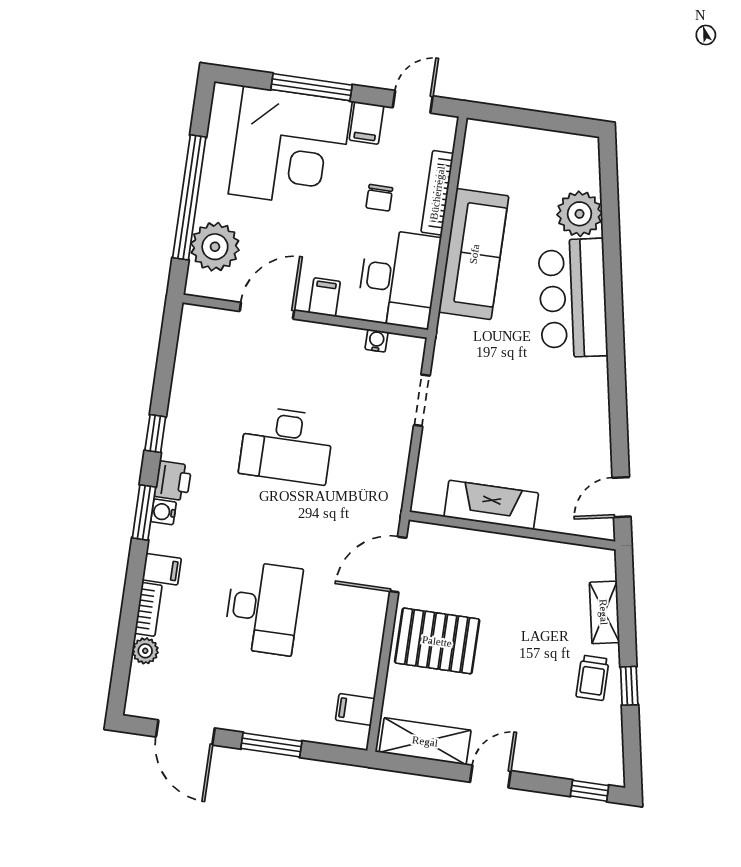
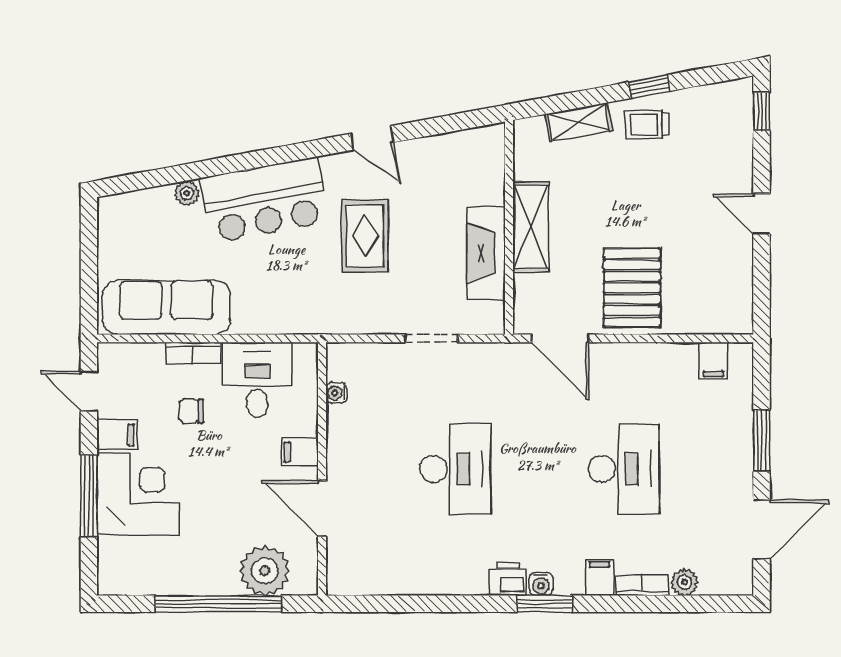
corner desk: (290, 147) -> (138, 494), width x0.74, depth x0.74
bookcase: (437, 193) -> (193, 353), width x0.64
chair: (379, 198) -> (191, 411), turned 180
plant: (580, 214) -> (187, 193), width x0.53, depth x0.53
sofa: (474, 254) -> (166, 307), moved
desk: (398, 279) -> (257, 380), width x0.73
rug: (524, 390) -> (365, 236), added
doorway: (422, 400) -> (431, 338), moved
window: (155, 434) -> (463, 604), removed
door: (622, 497) -> (372, 138), moved
desk: (263, 608) -> (624, 469), turned 90
trolley: (593, 678) -> (647, 125), turned 180
shelving: (425, 741) -> (531, 227), moved

